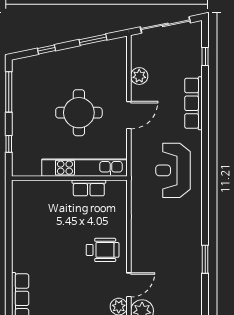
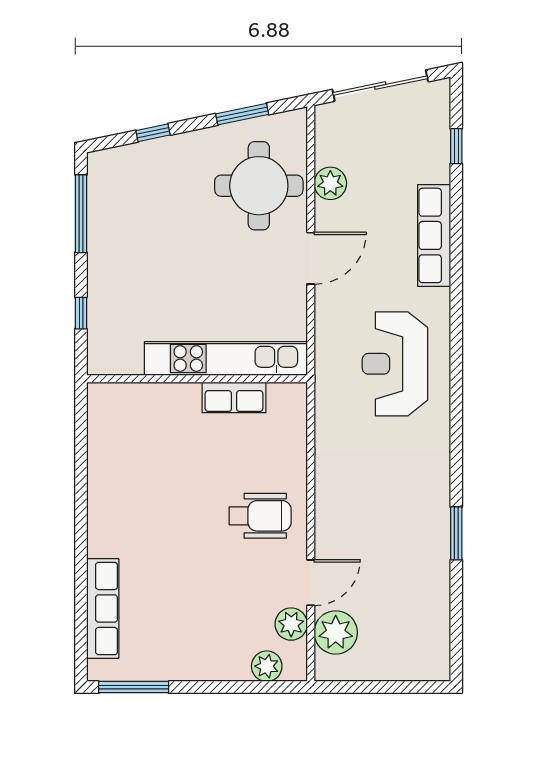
round table: (79, 113) -> (259, 186), moved

